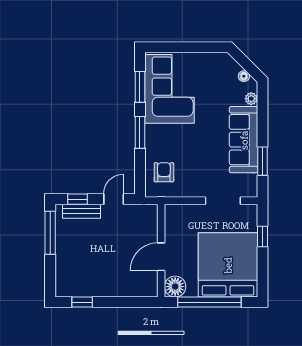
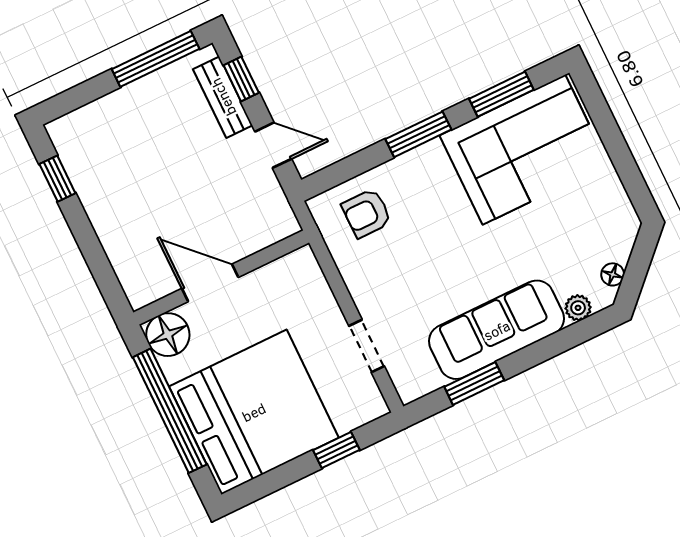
armchair: (164, 172) -> (367, 213), turned 180
doorway: (223, 201) -> (367, 346), width x0.73

